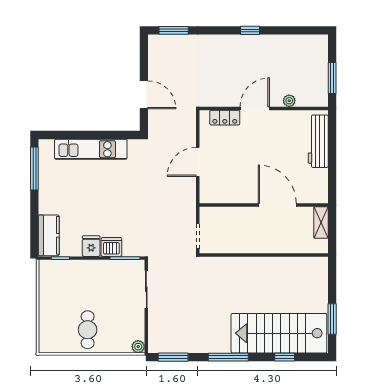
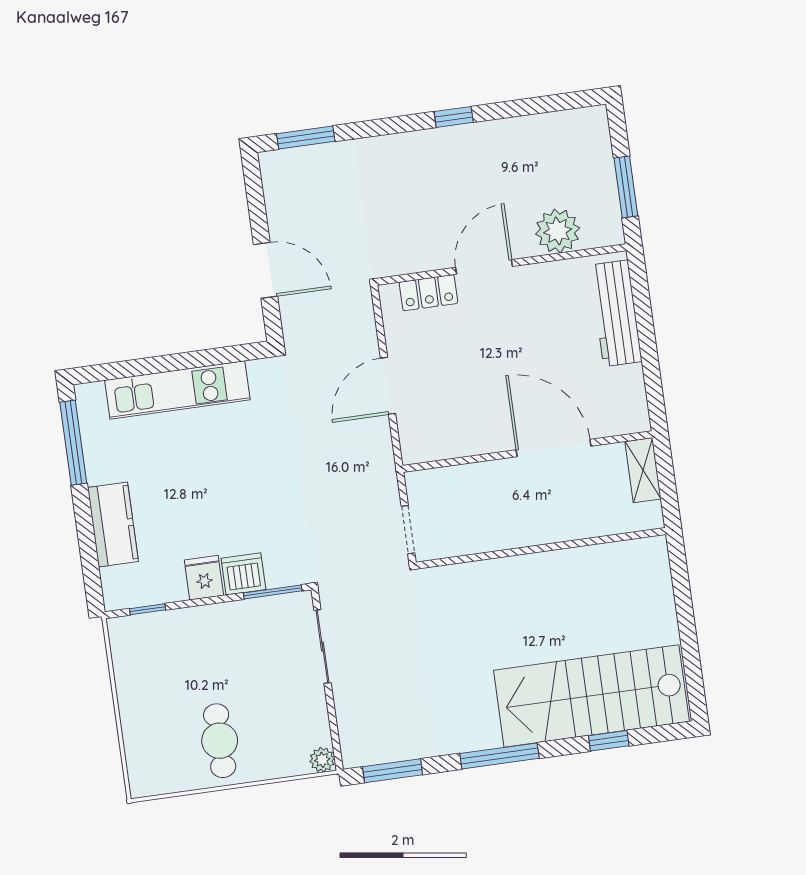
plant: (289, 101) -> (558, 231), width x1.88, depth x1.88
kitchen counter: (49, 235) -> (113, 525), moved
window: (332, 319) -> (691, 654), removed

